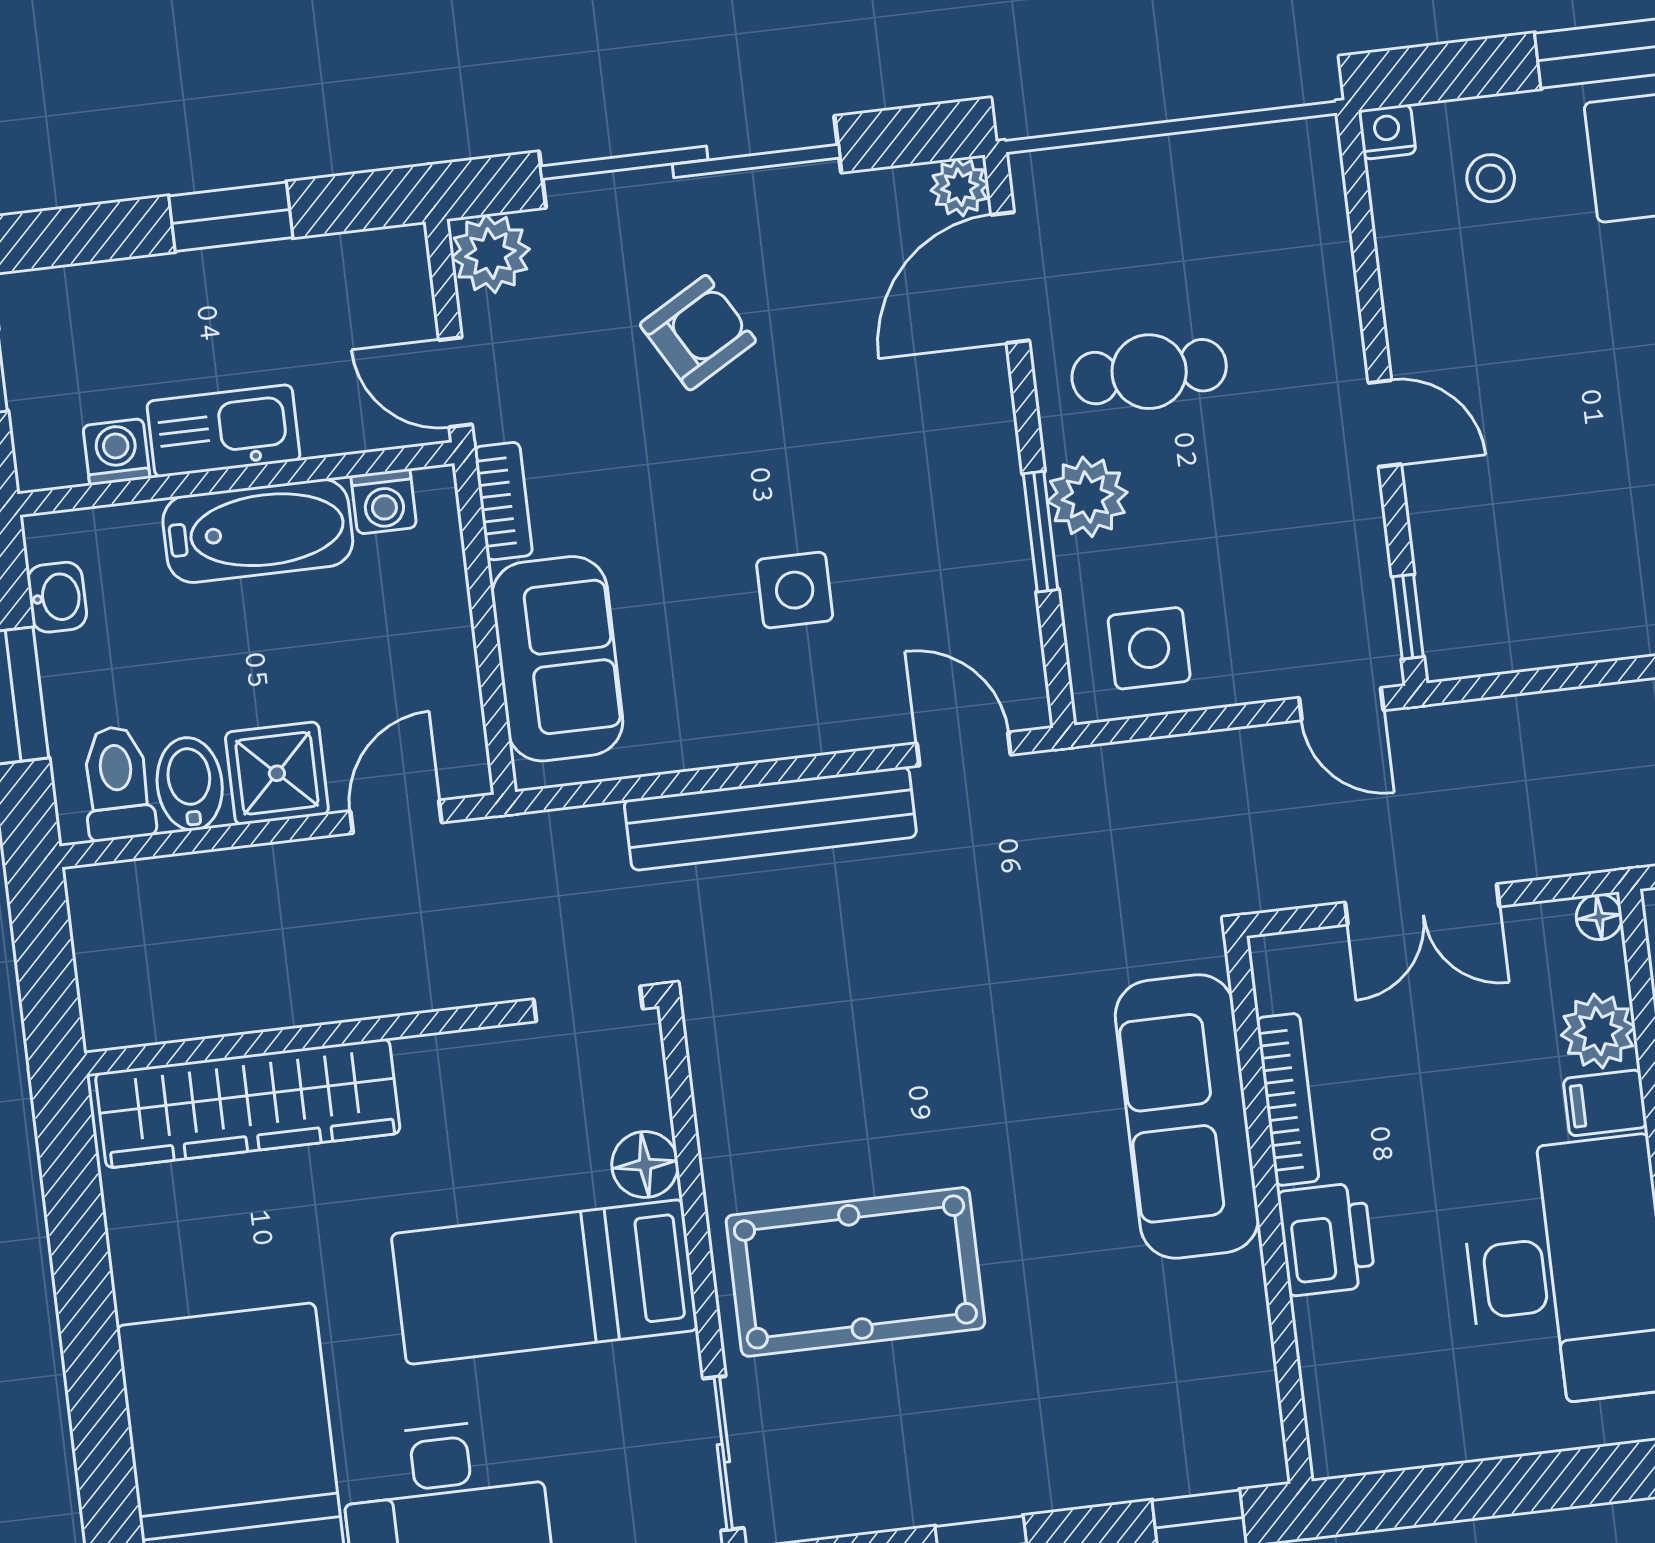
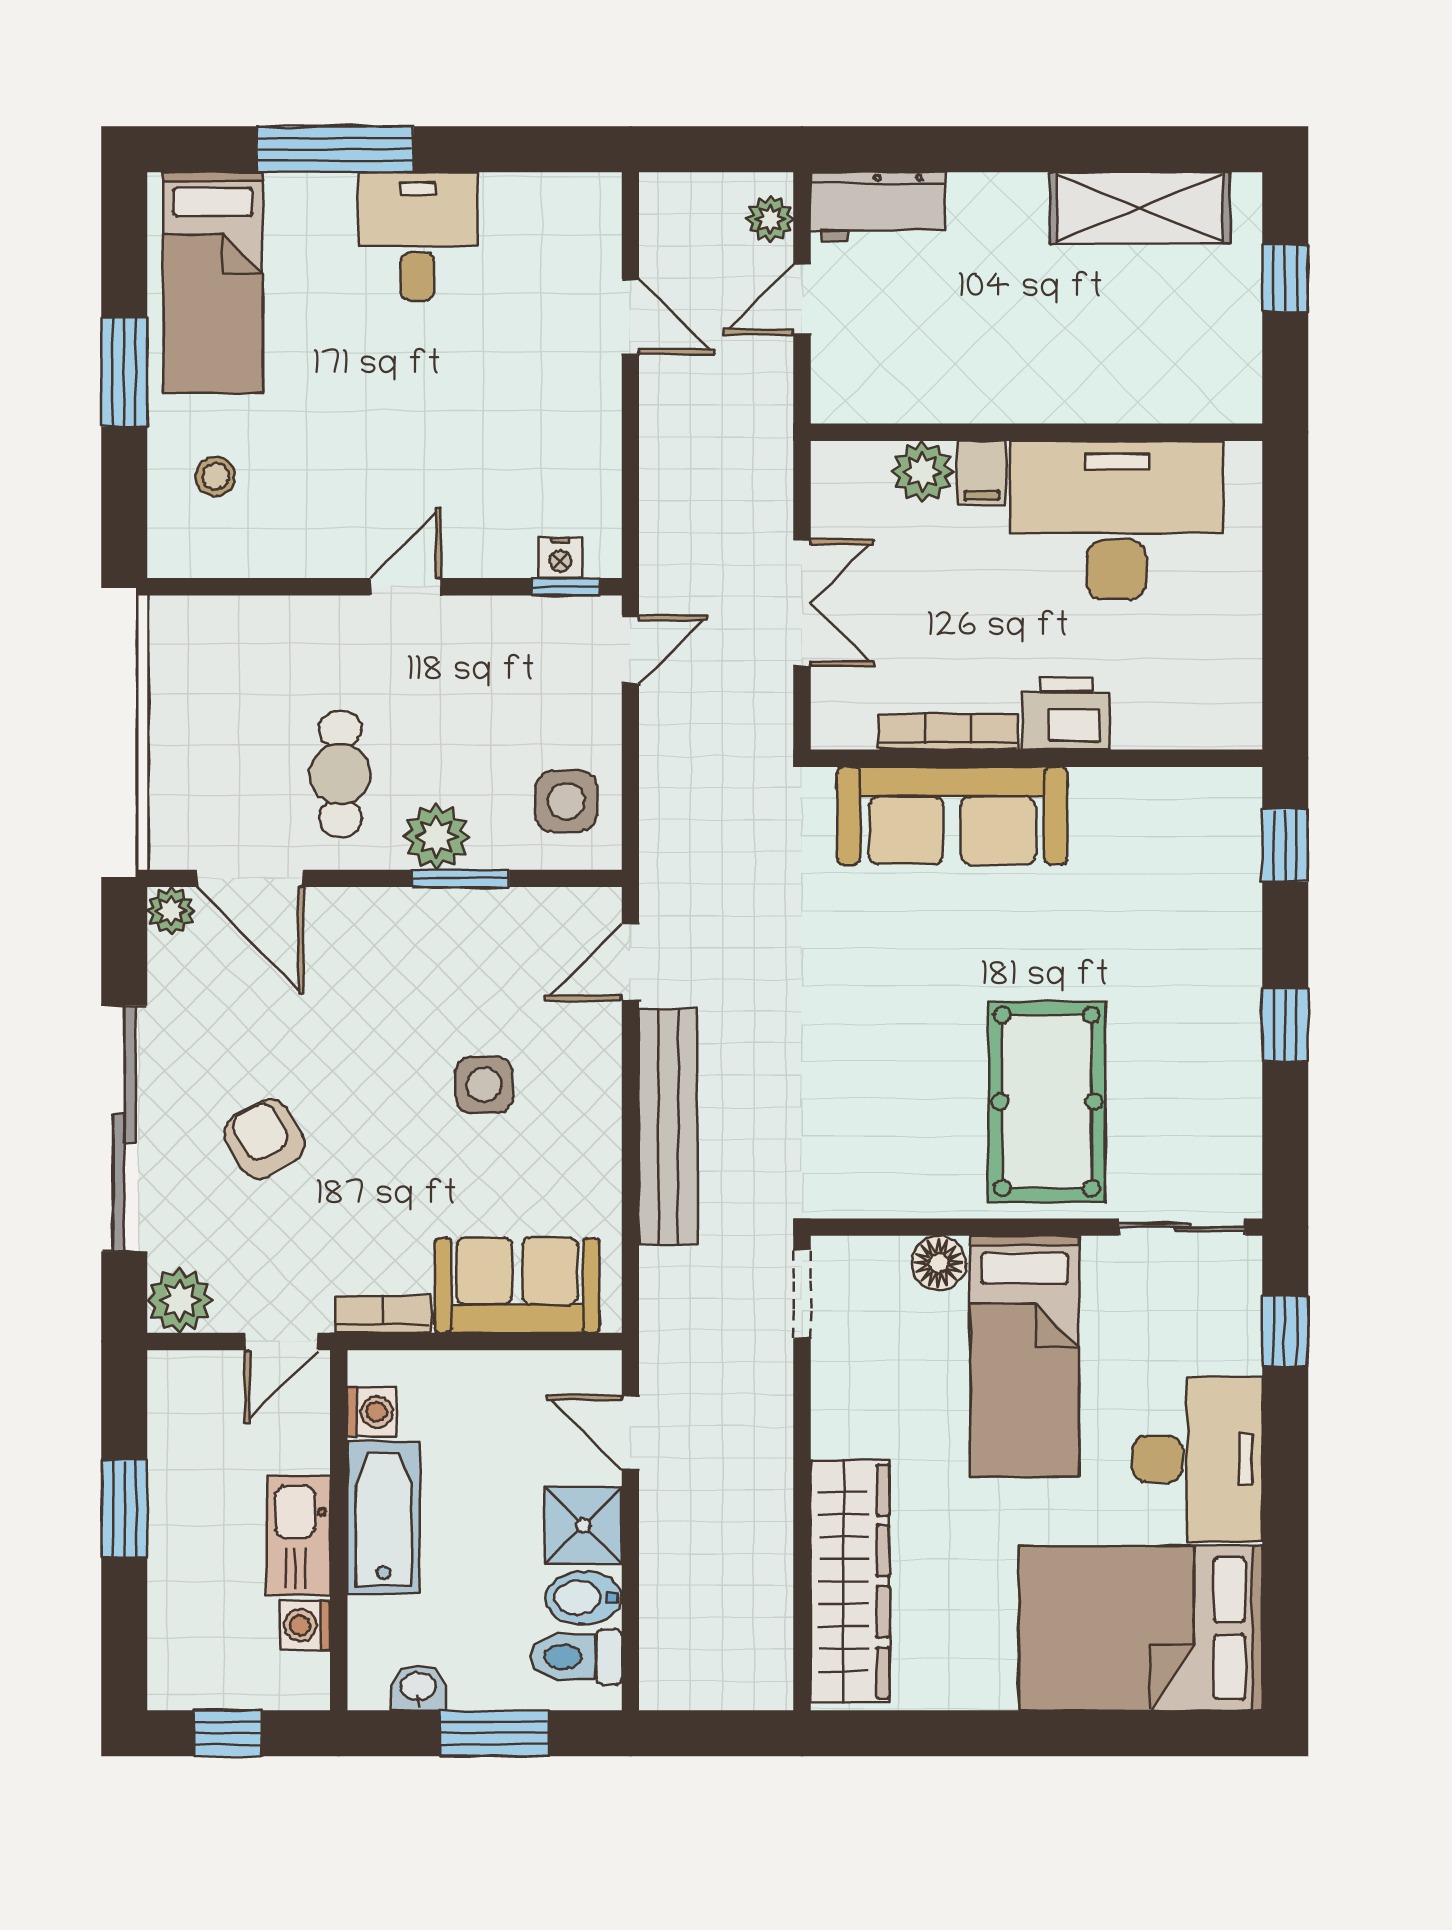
nightstand: (1387, 132) -> (560, 558), moved, turned -90
floor lamp: (1599, 917) -> (829, 460), removed

